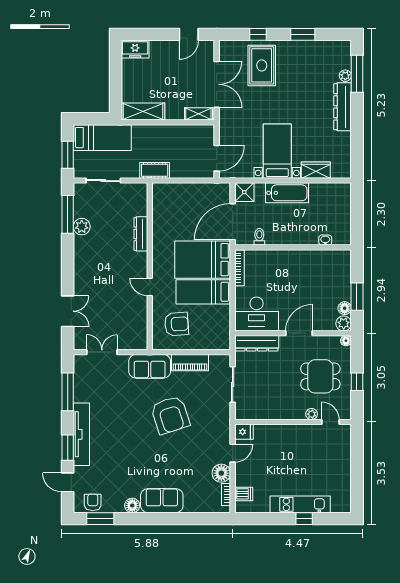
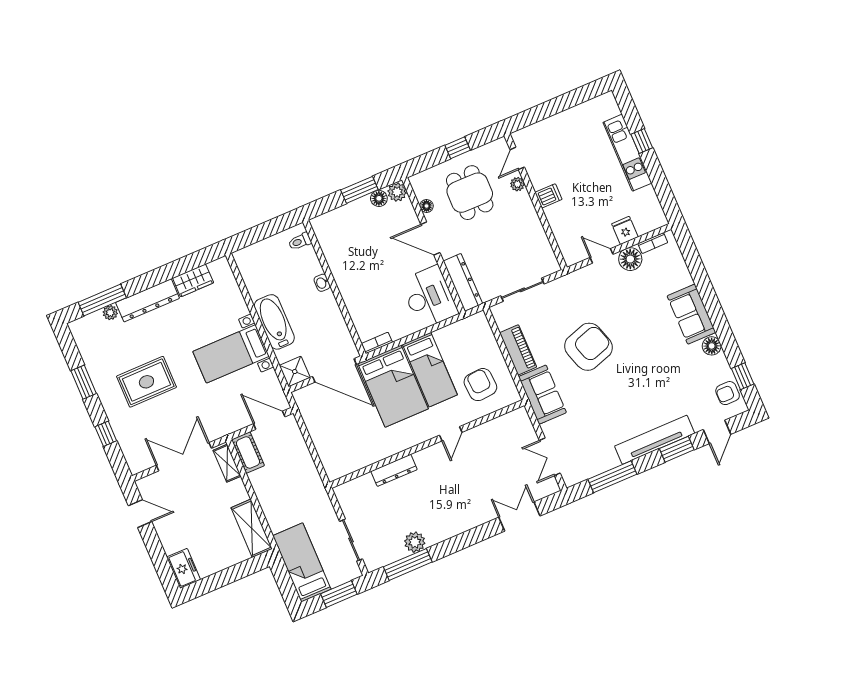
rug: (262, 65) -> (146, 382), moved
cot: (155, 170) -> (248, 453), moved
wardrobe: (316, 170) -> (193, 280), moved, turned -90
toilet: (259, 237) -> (300, 241), moved
washbasin: (325, 240) -> (322, 283), moved
bookcase: (239, 268) -> (377, 343), width x0.64
floor lamp: (346, 341) -> (427, 206), moved
fridge: (244, 432) -> (625, 230), moved
dishwasher: (244, 494) -> (548, 196), moved, turned 90
window: (100, 519) -> (743, 376), width x0.67

